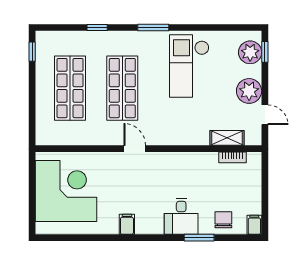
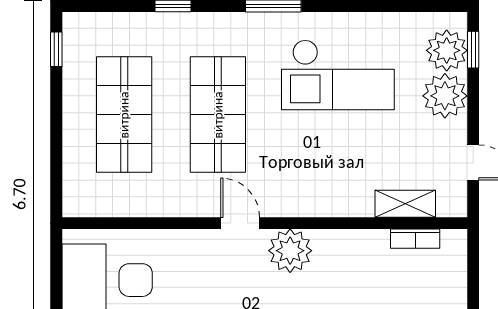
checkout: (189, 66) -> (338, 75), turned -90
plant: (249, 91) -> (445, 96), moved
plant: (163, 164) -> (290, 251), added

